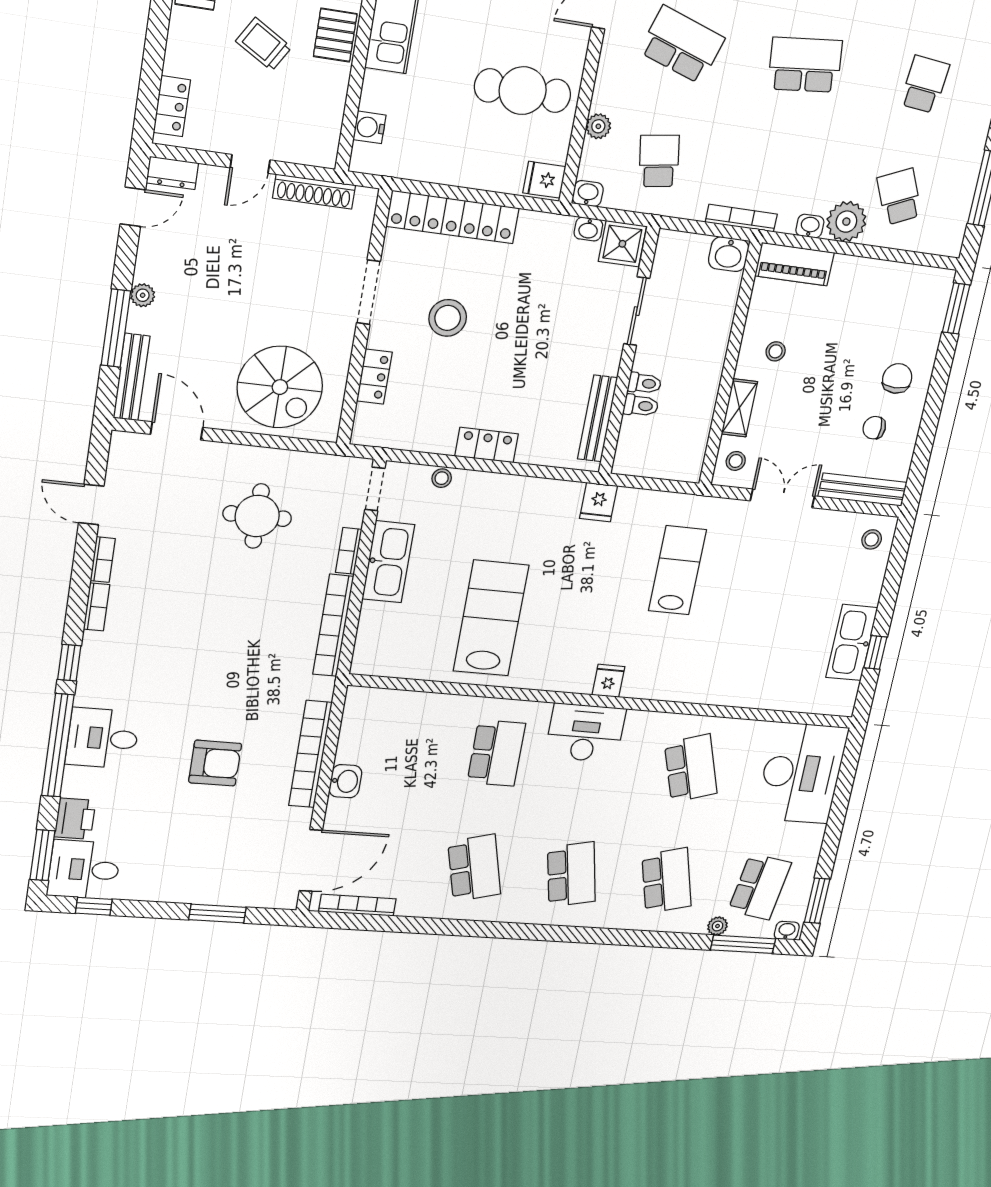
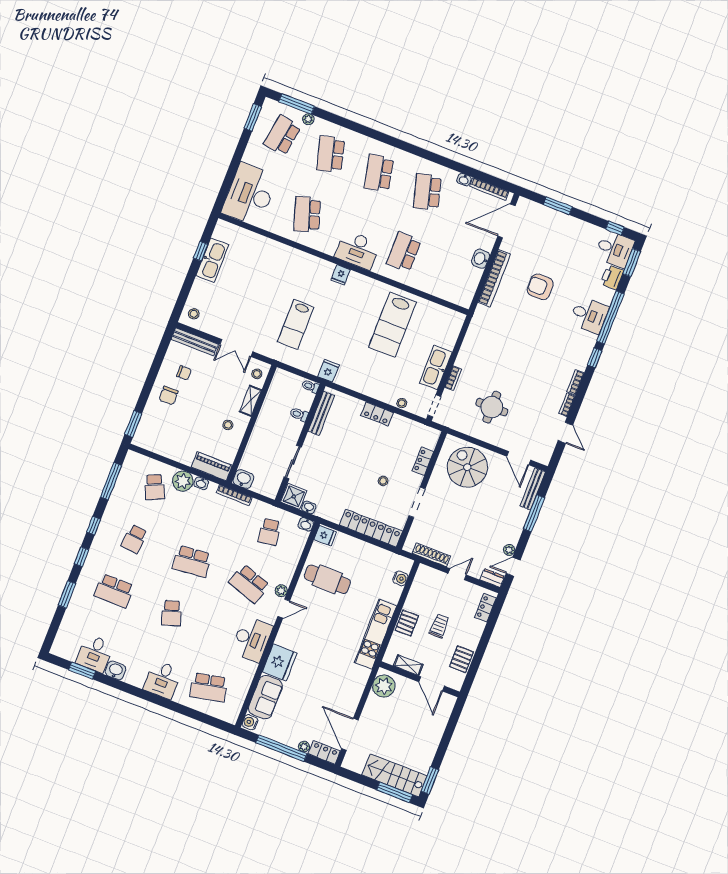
trolley: (264, 44) -> (439, 626), turned -121
plant: (598, 126) -> (281, 591), moved
plant: (143, 295) -> (509, 550), moved
stool: (448, 318) -> (383, 481), width x0.53, depth x0.53
toilet: (644, 383) -> (310, 386), moved
bookcase: (333, 625) -> (469, 342), removed
washbasin: (787, 931) -> (464, 180), moved

